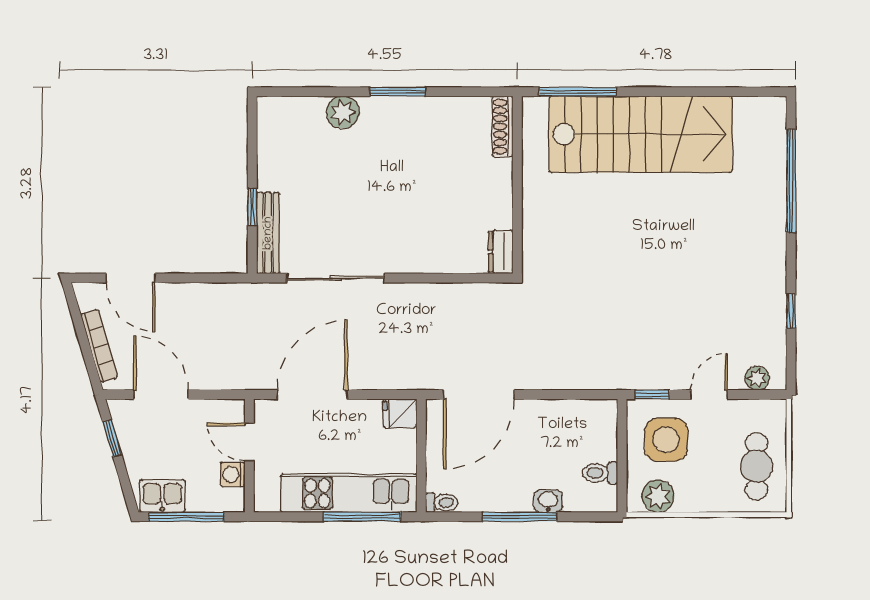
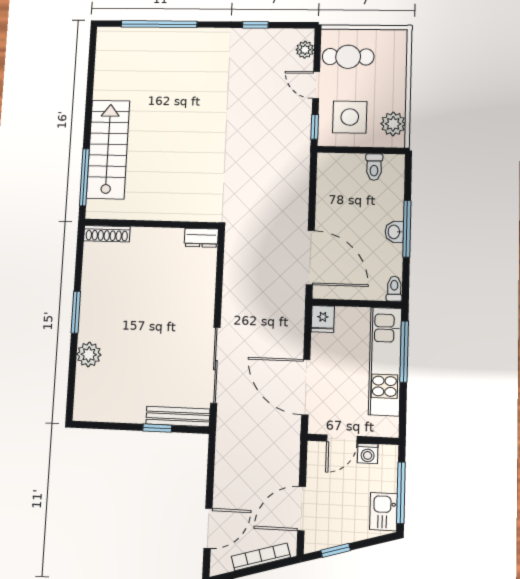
stairs: (641, 134) -> (108, 149), width x0.73, depth x0.66
cafe table: (756, 466) -> (348, 57), moved
washbasin: (548, 501) -> (394, 232), moved

